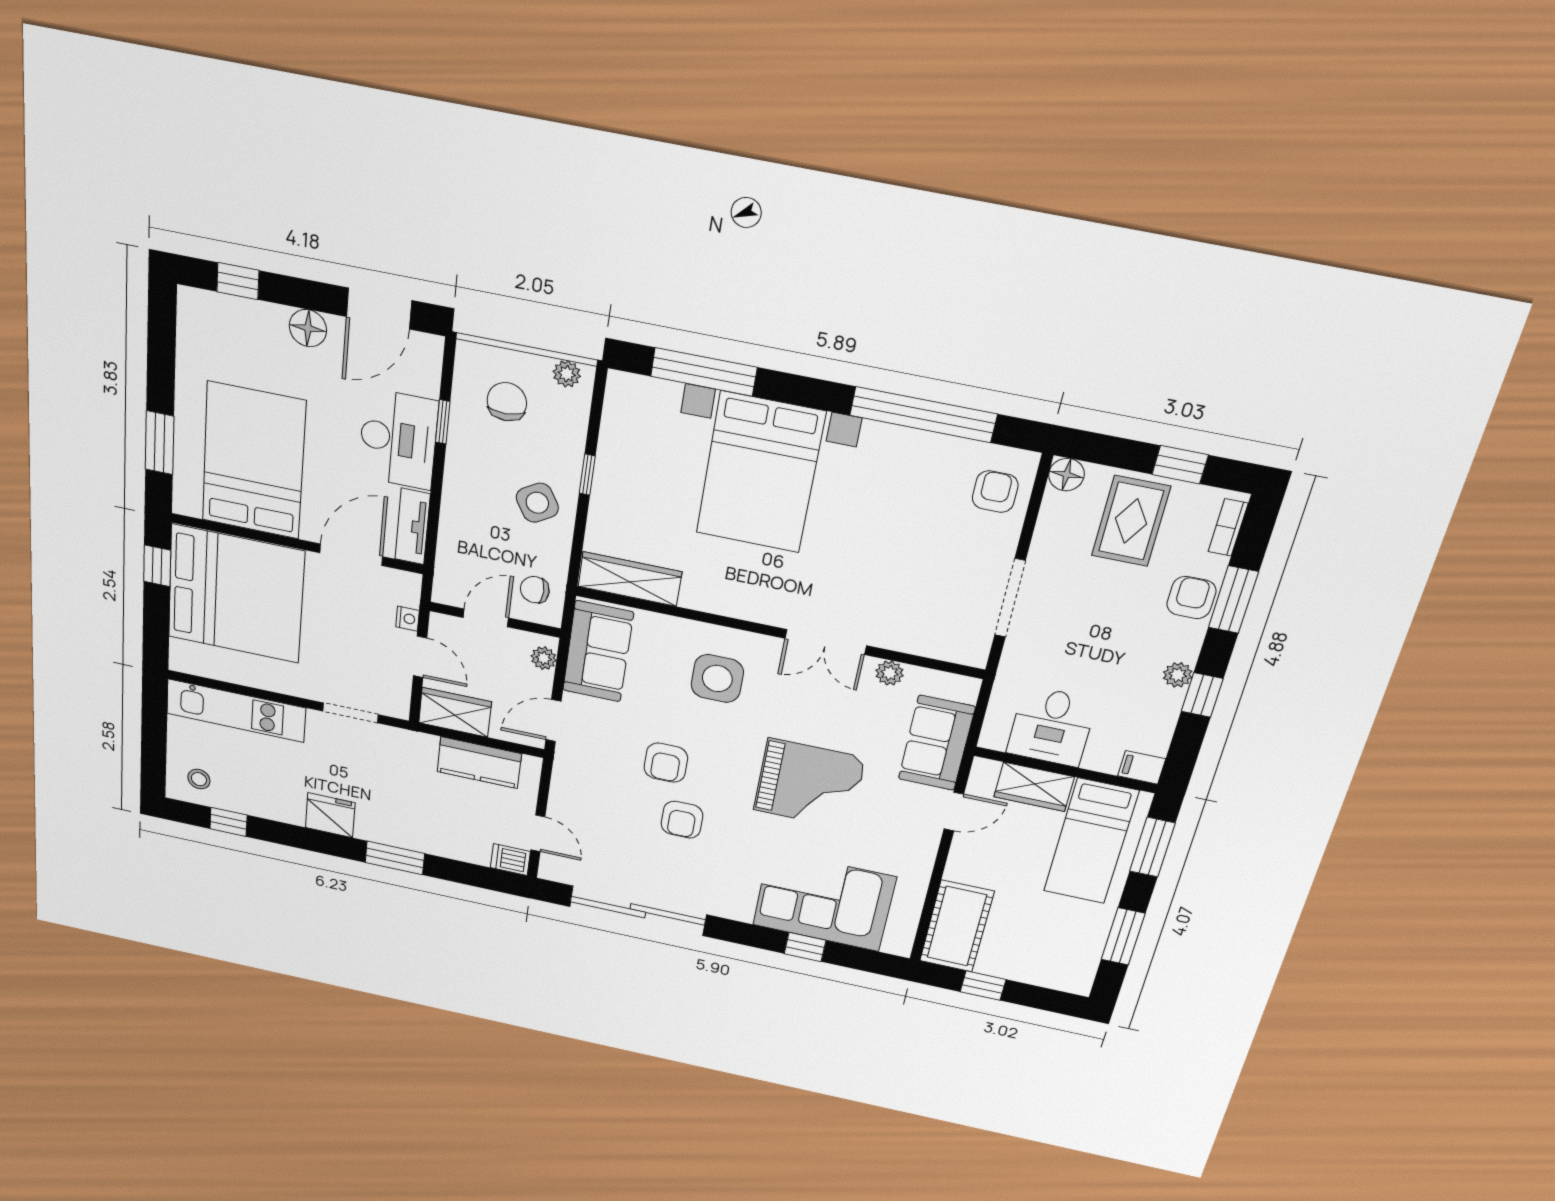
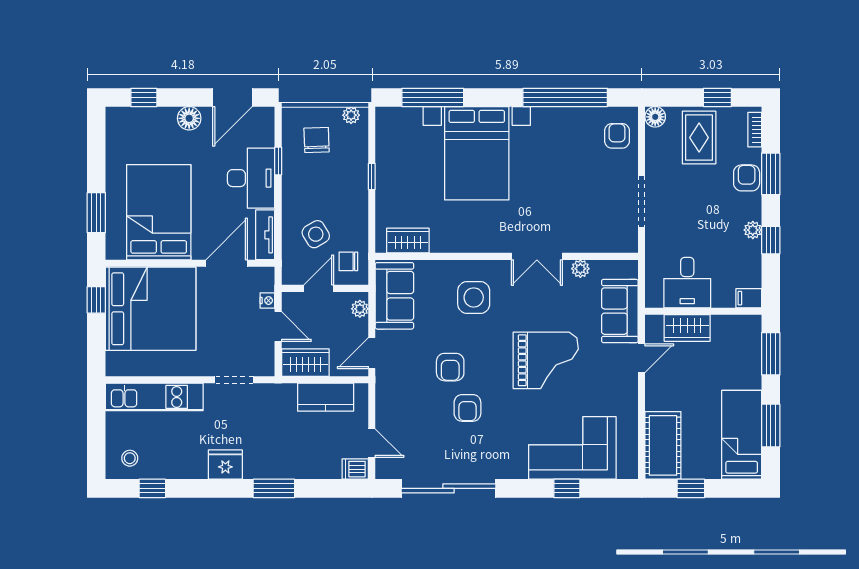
side table: (537, 503) -> (316, 234), moved
wardrobe: (630, 579) -> (408, 241), width x0.67
bed: (1091, 841) -> (742, 435), moved, turned 180

